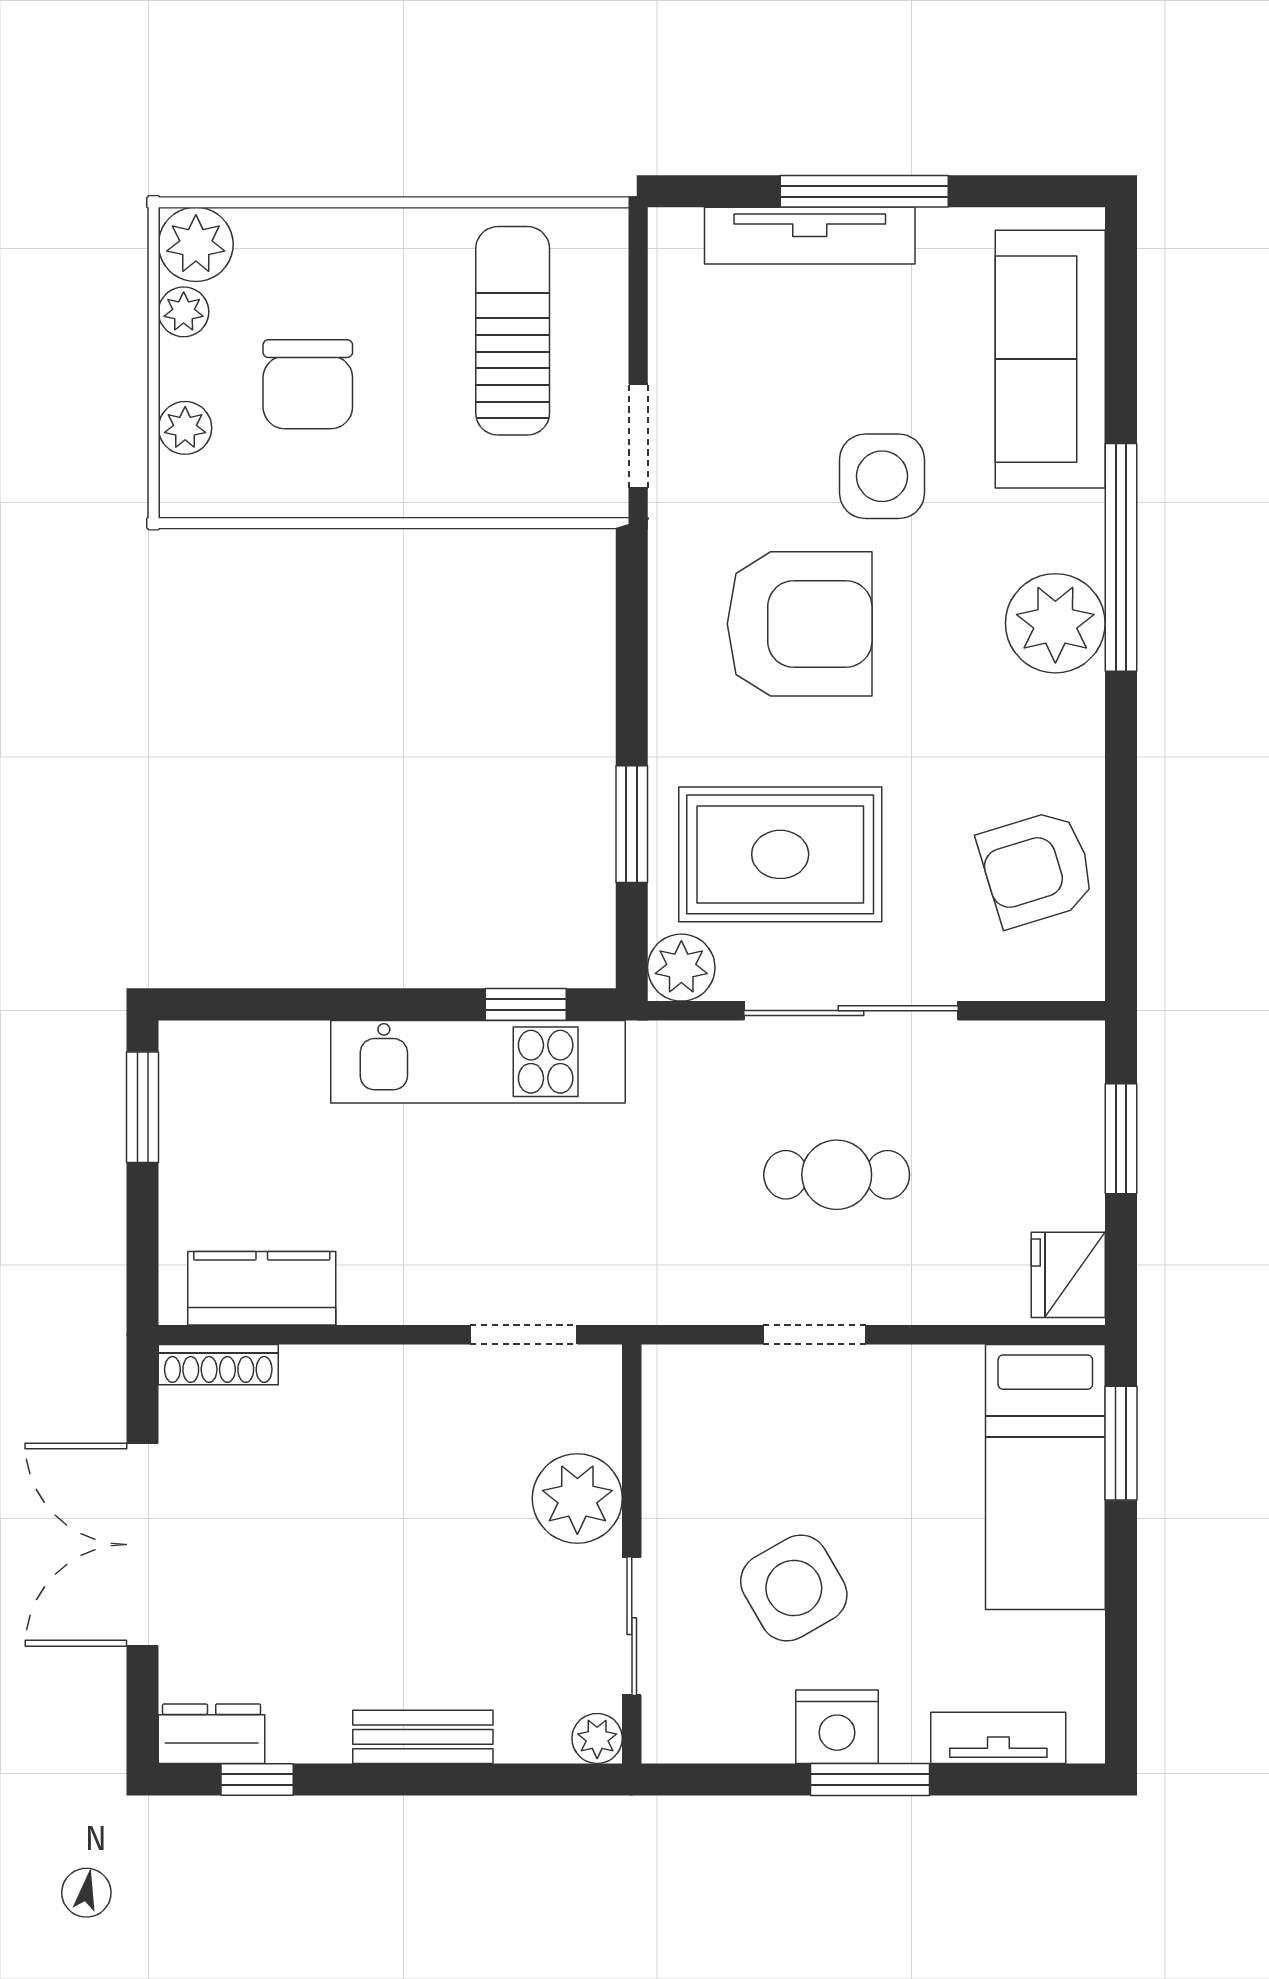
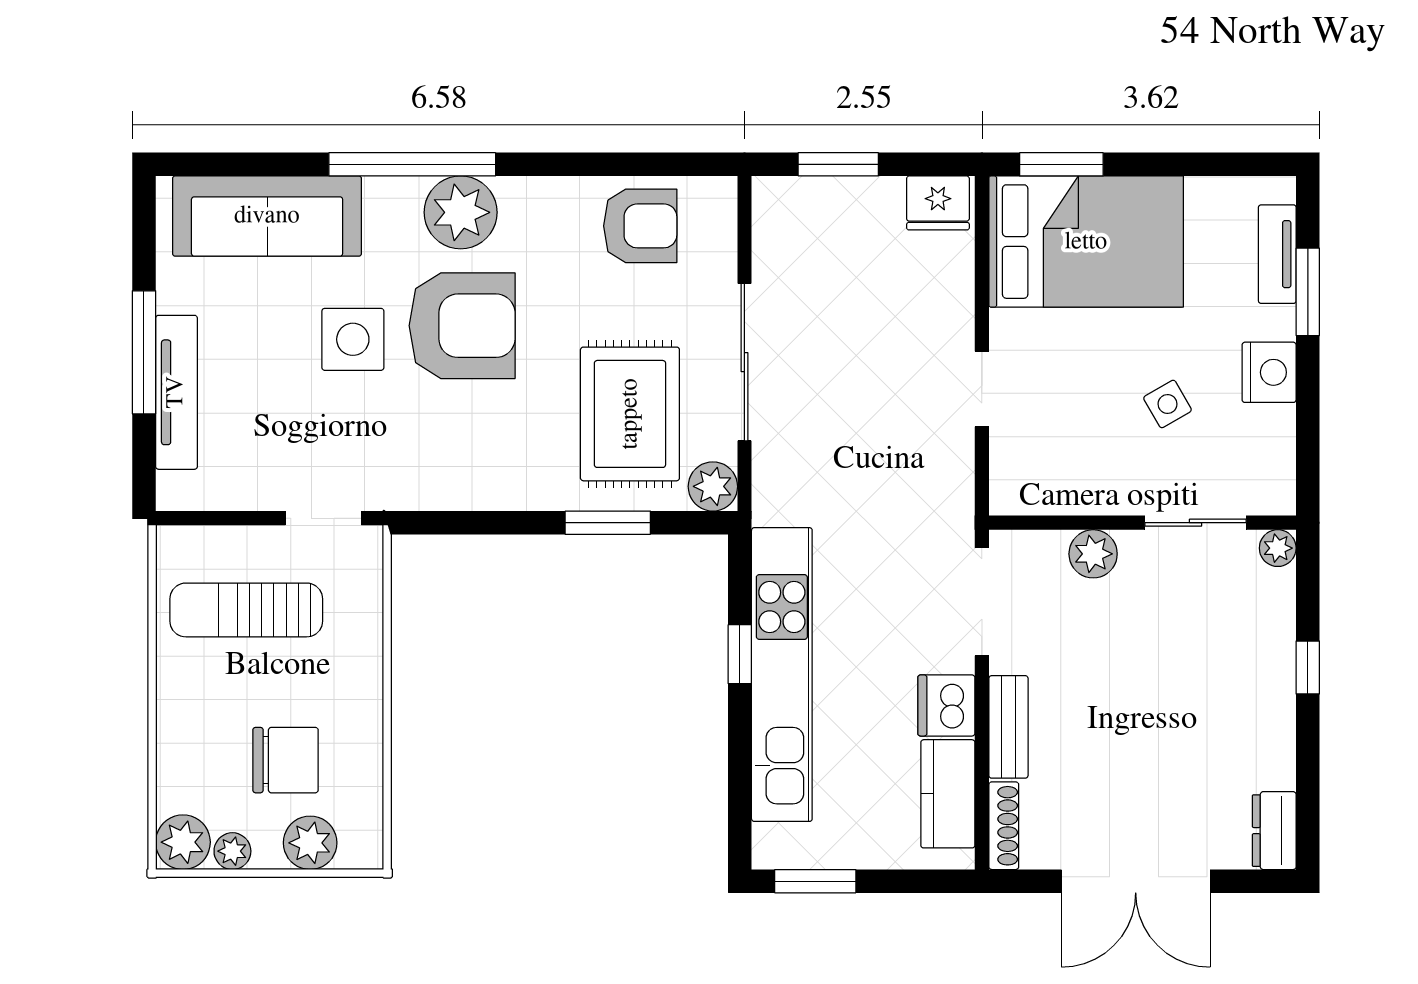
plant: (185, 428) -> (310, 843), width x1.38, depth x1.38
armchair: (800, 624) -> (462, 326), moved, turned 90
armchair: (1037, 868) -> (640, 226), turned -73
window: (526, 1004) -> (740, 654), moved
kitchen unit: (478, 1062) -> (782, 675), width x1.36
cafe table: (837, 1175) -> (865, 373), removed
dishwasher: (382, 1286) -> (946, 705), added
doorway: (524, 1335) -> (982, 602), width x1.38
bed: (1045, 1477) -> (1086, 242), width x1.50
plant: (577, 1498) -> (1093, 554), width x0.73, depth x0.73
side table: (794, 1588) -> (1168, 404), width x0.54, depth x0.54
bench: (423, 1737) -> (1008, 727), moved
window: (257, 1779) -> (1308, 668), moved
window: (870, 1779) -> (1308, 292), moved

